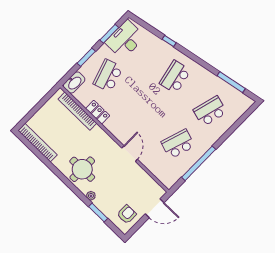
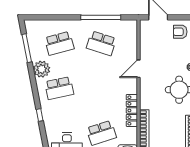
plant: (203, 78) -> (42, 69), added
school desk: (210, 111) -> (59, 43), turned -30
locker: (98, 112) -> (132, 110), width x1.53

